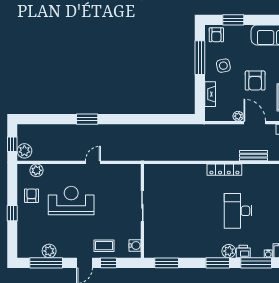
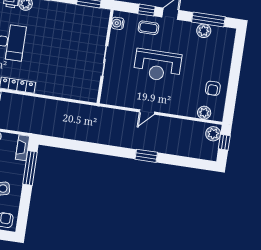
window: (200, 58) -> (30, 168), moved
fireplace: (210, 94) -> (23, 148), moved
reception desk: (71, 201) -> (157, 65), moved
window: (12, 213) -> (235, 74), removed

